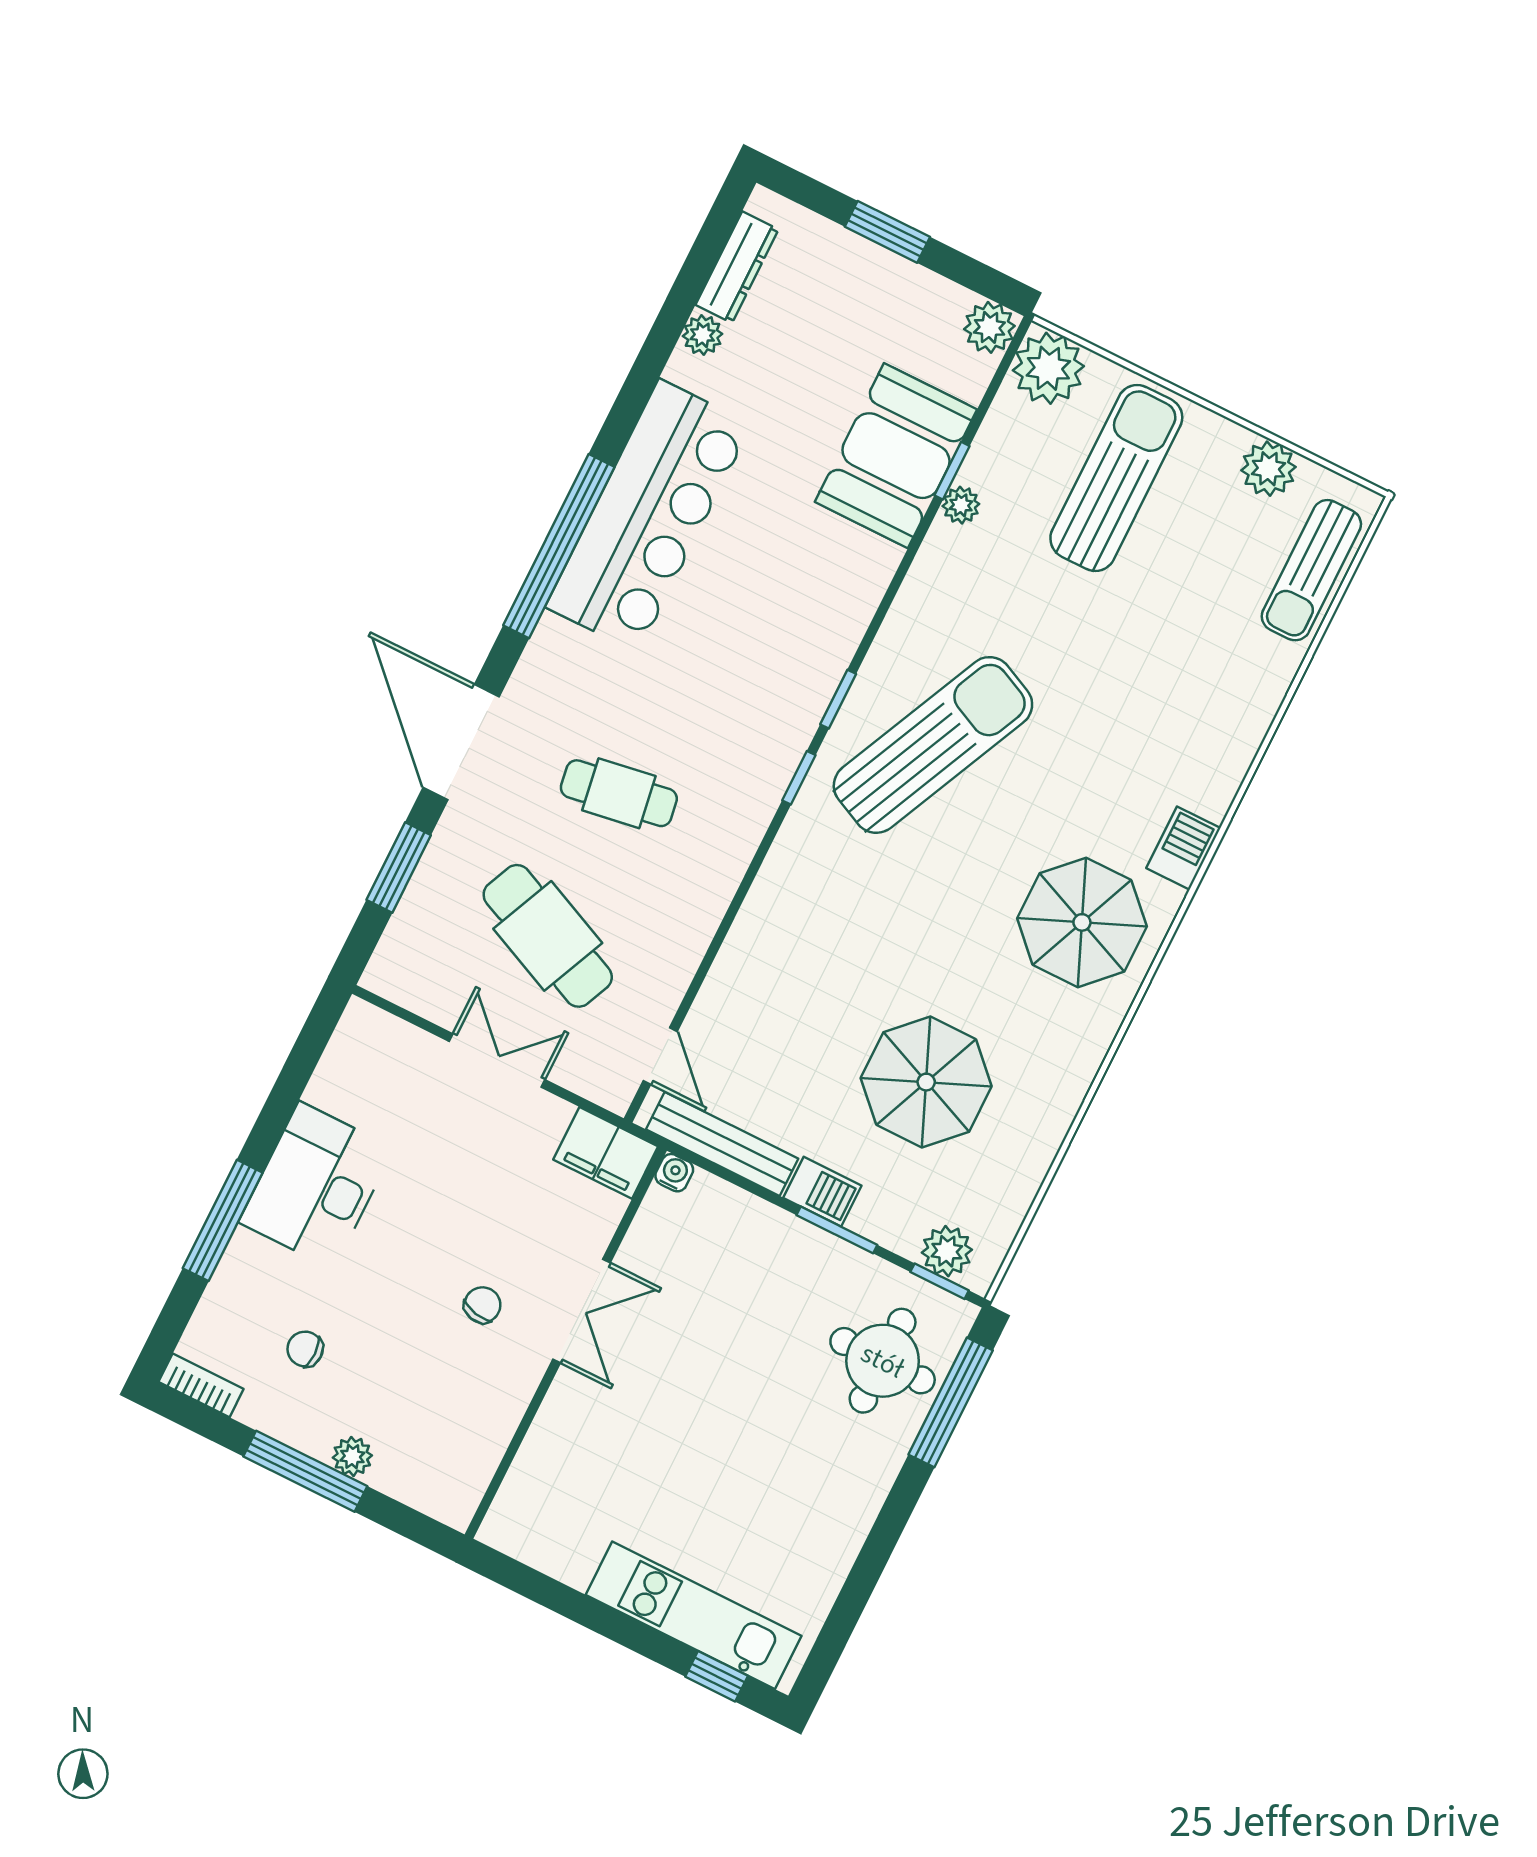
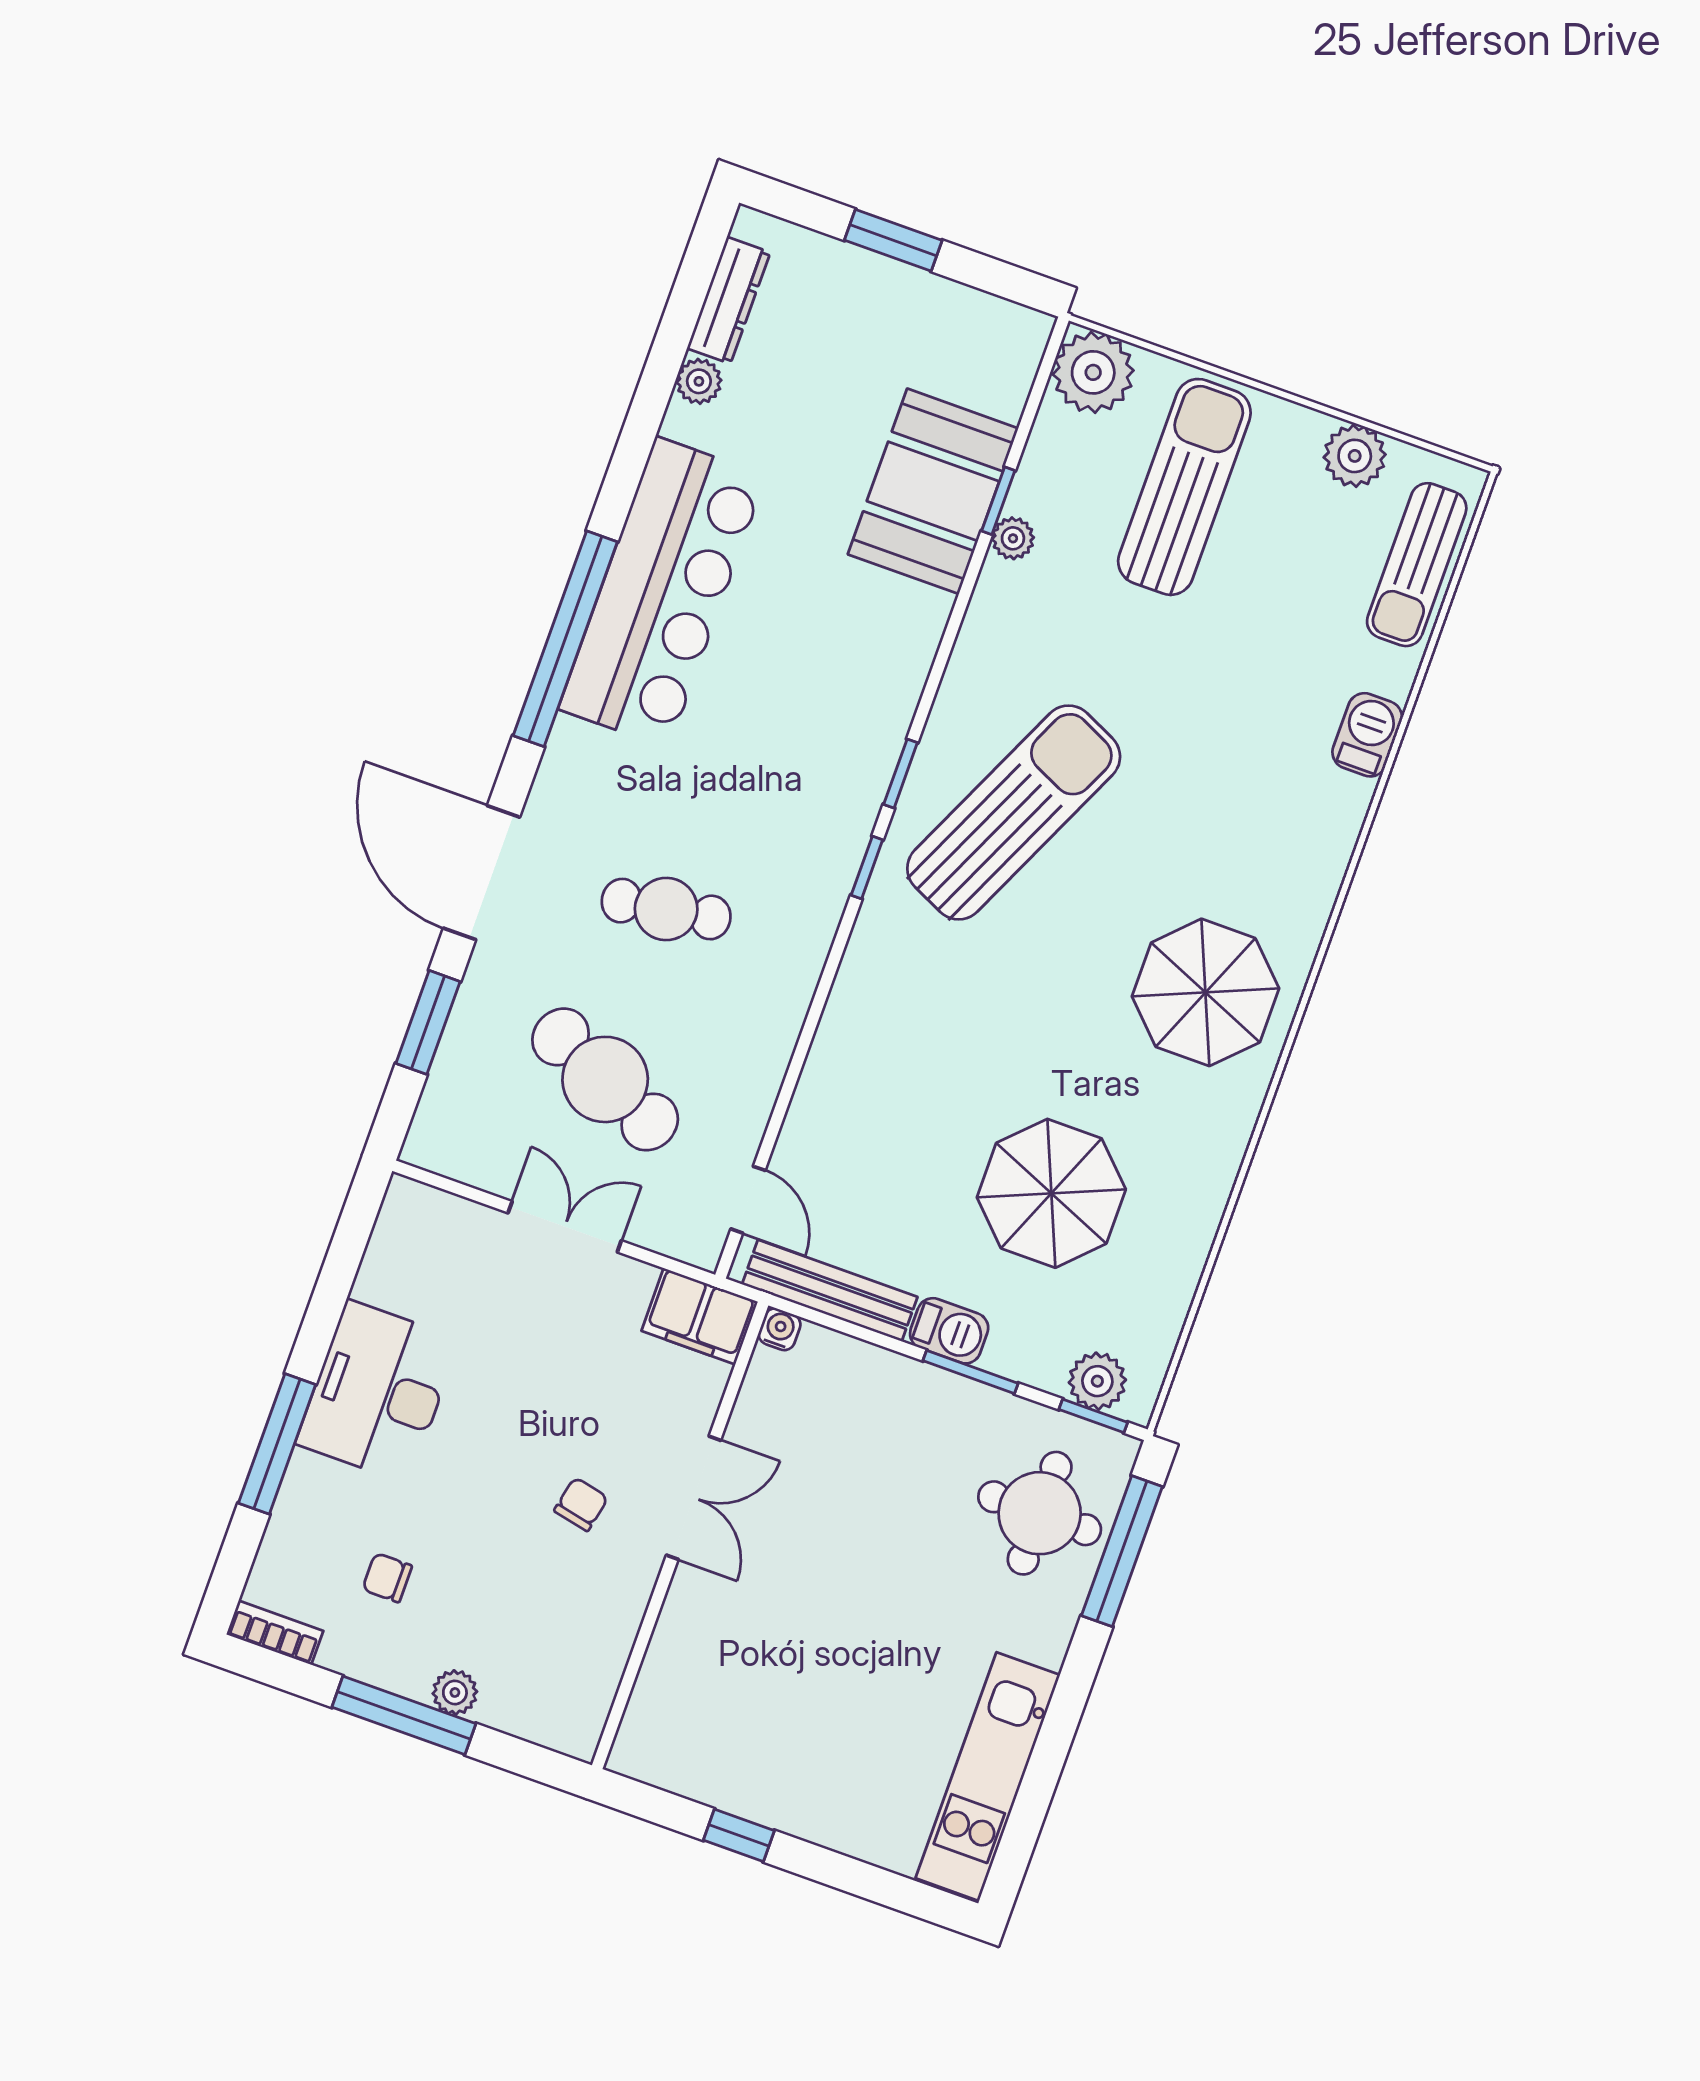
plant: (989, 327) -> (1021, 334), removed
barbecue: (1183, 848) -> (1367, 735), moved
kitchen unit: (694, 1615) -> (988, 1777), moved, turned -90
window: (717, 1676) -> (739, 1835), moved

